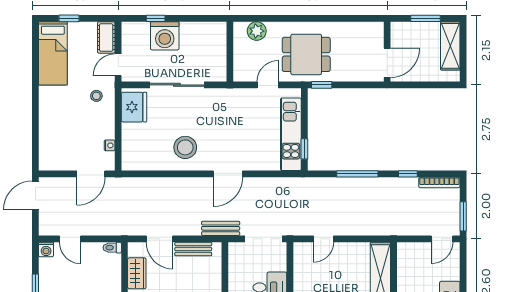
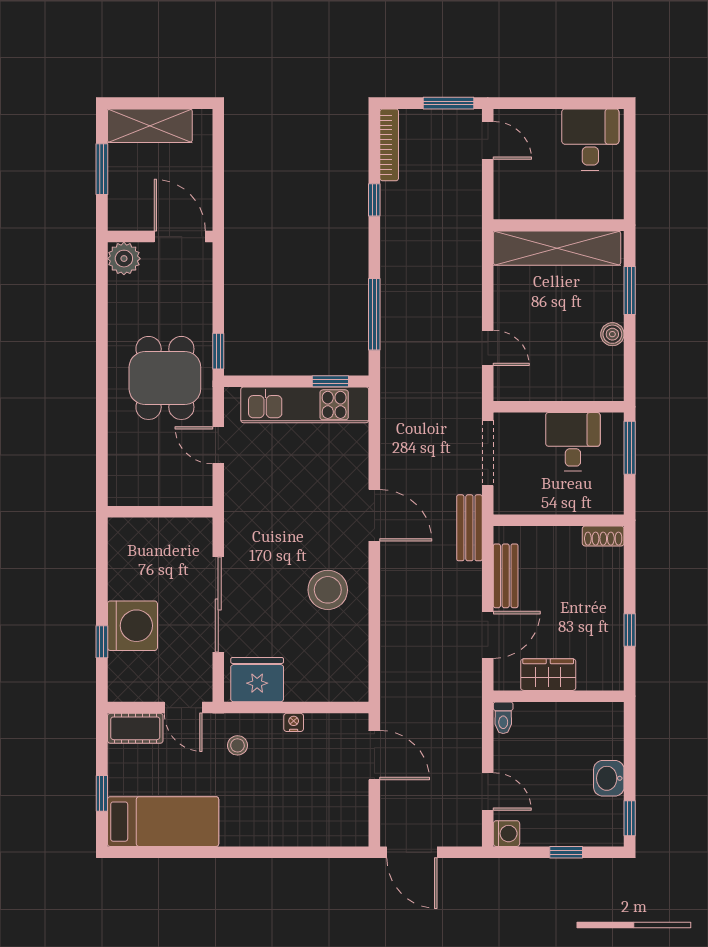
plant: (257, 31) -> (124, 259), moved
nightstand: (110, 145) -> (294, 722), moved
window: (357, 174) -> (374, 314), moved
door: (70, 239) -> (488, 791), hinge flipped

